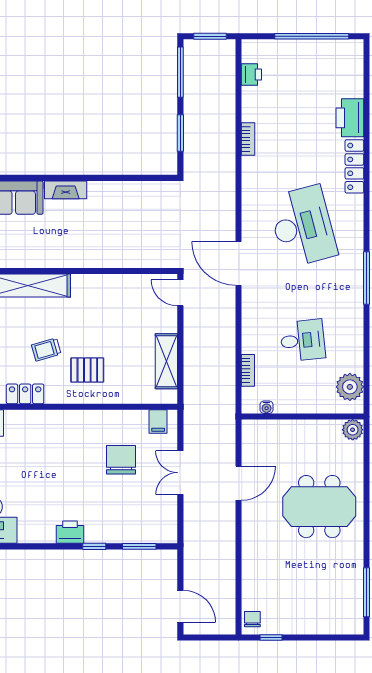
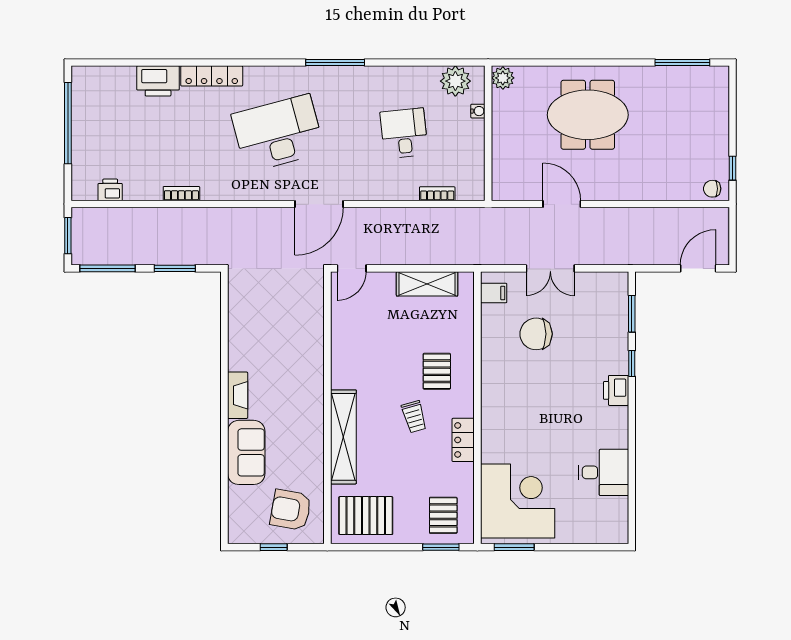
water cooler: (267, 407) -> (478, 111), moved
meeting table: (319, 507) -> (588, 115), turned 90

